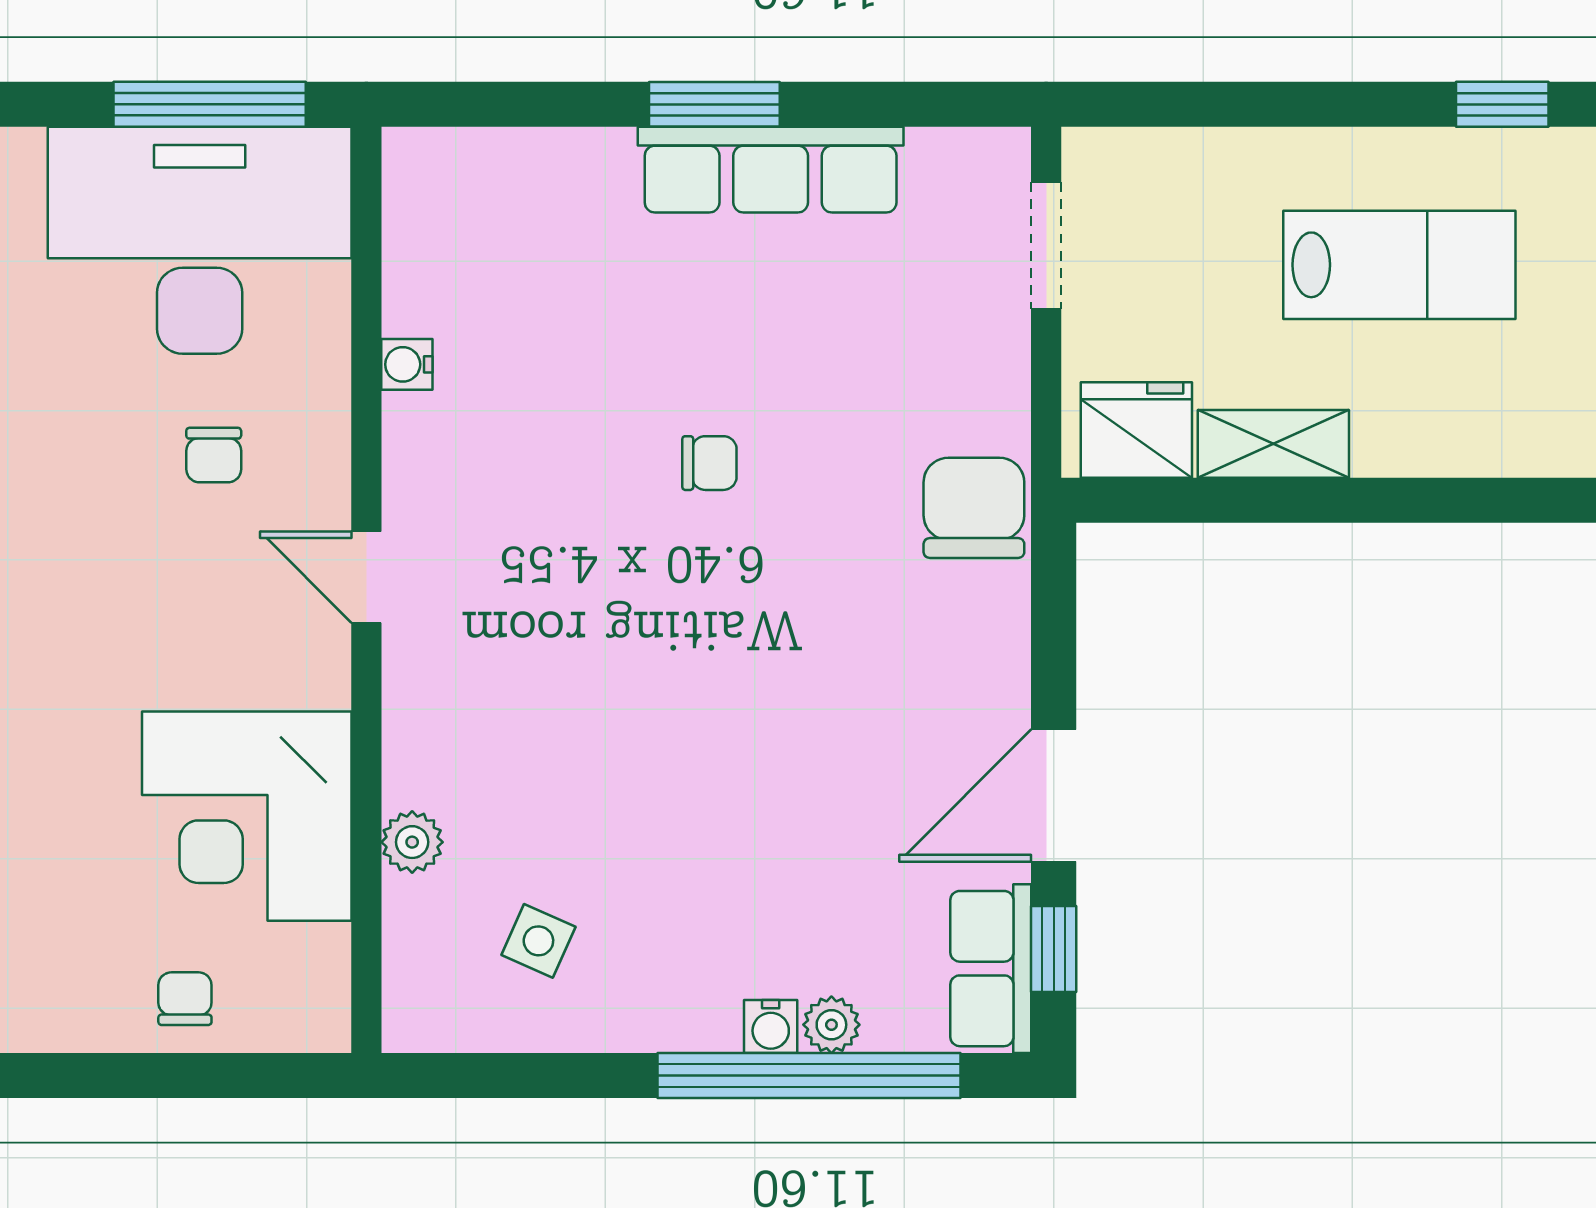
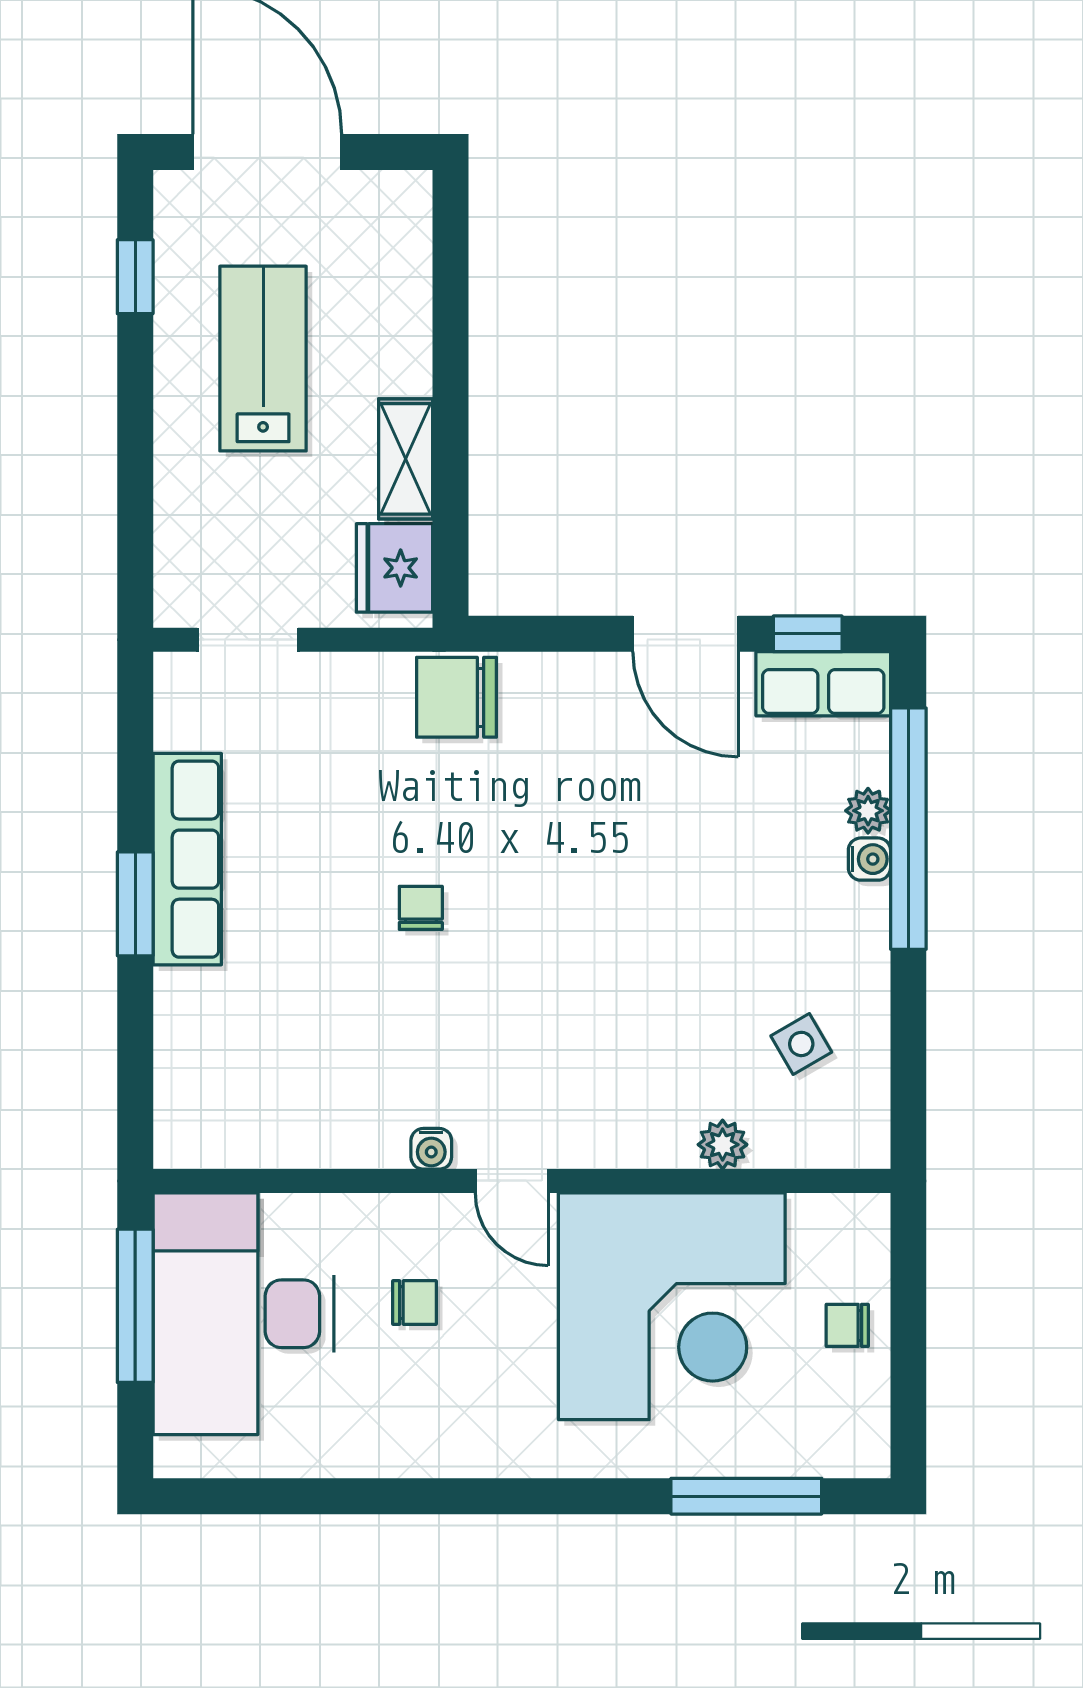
water cooler: (407, 364) -> (431, 1149), moved
door: (366, 577) -> (512, 1181), hinge flipped
corner desk: (247, 816) -> (672, 1306), width x1.36, depth x1.36
side table: (538, 941) -> (801, 1044), turned 36

